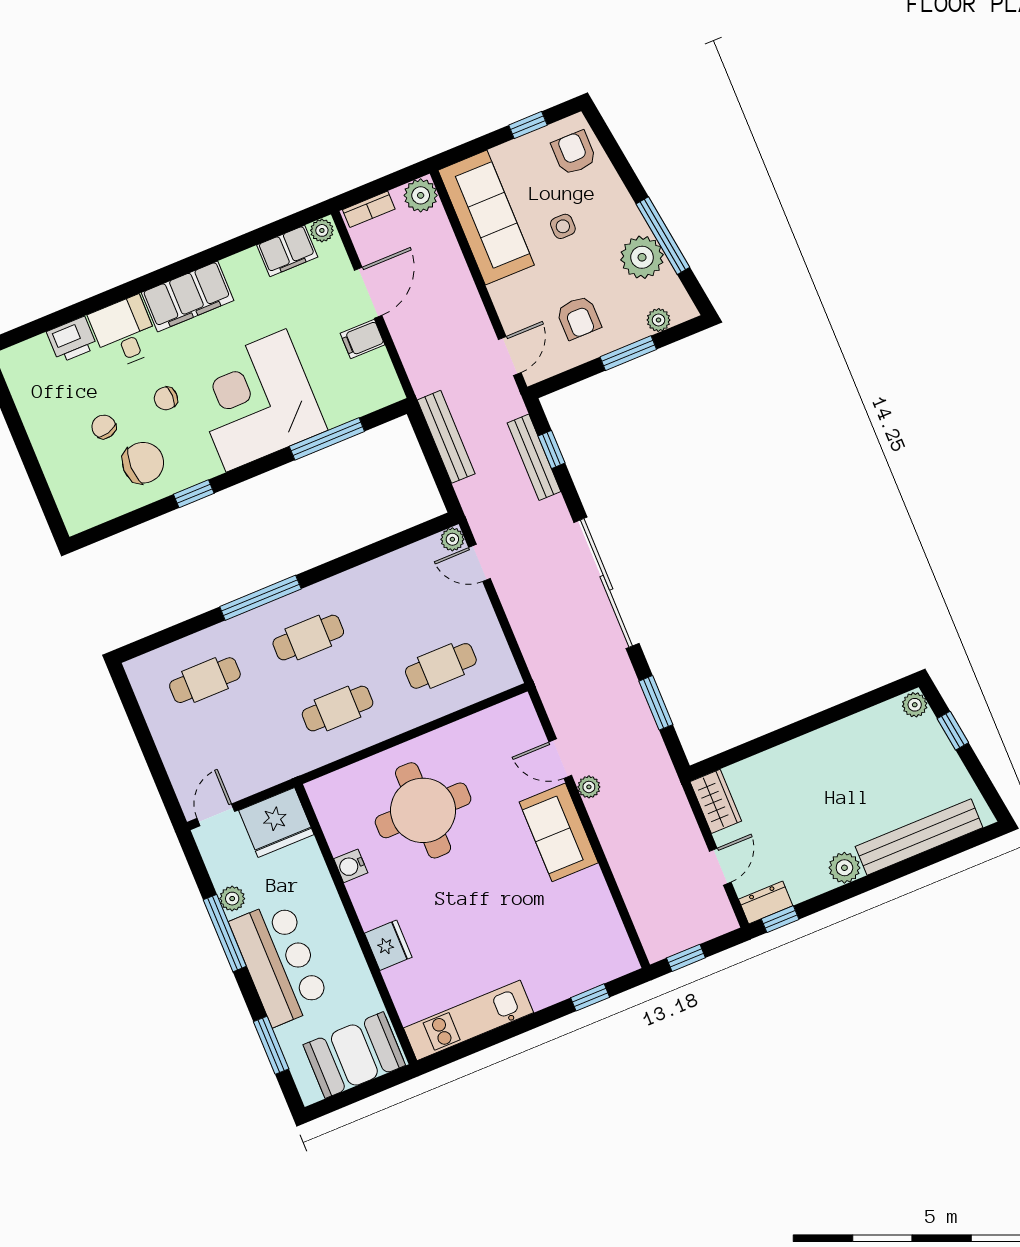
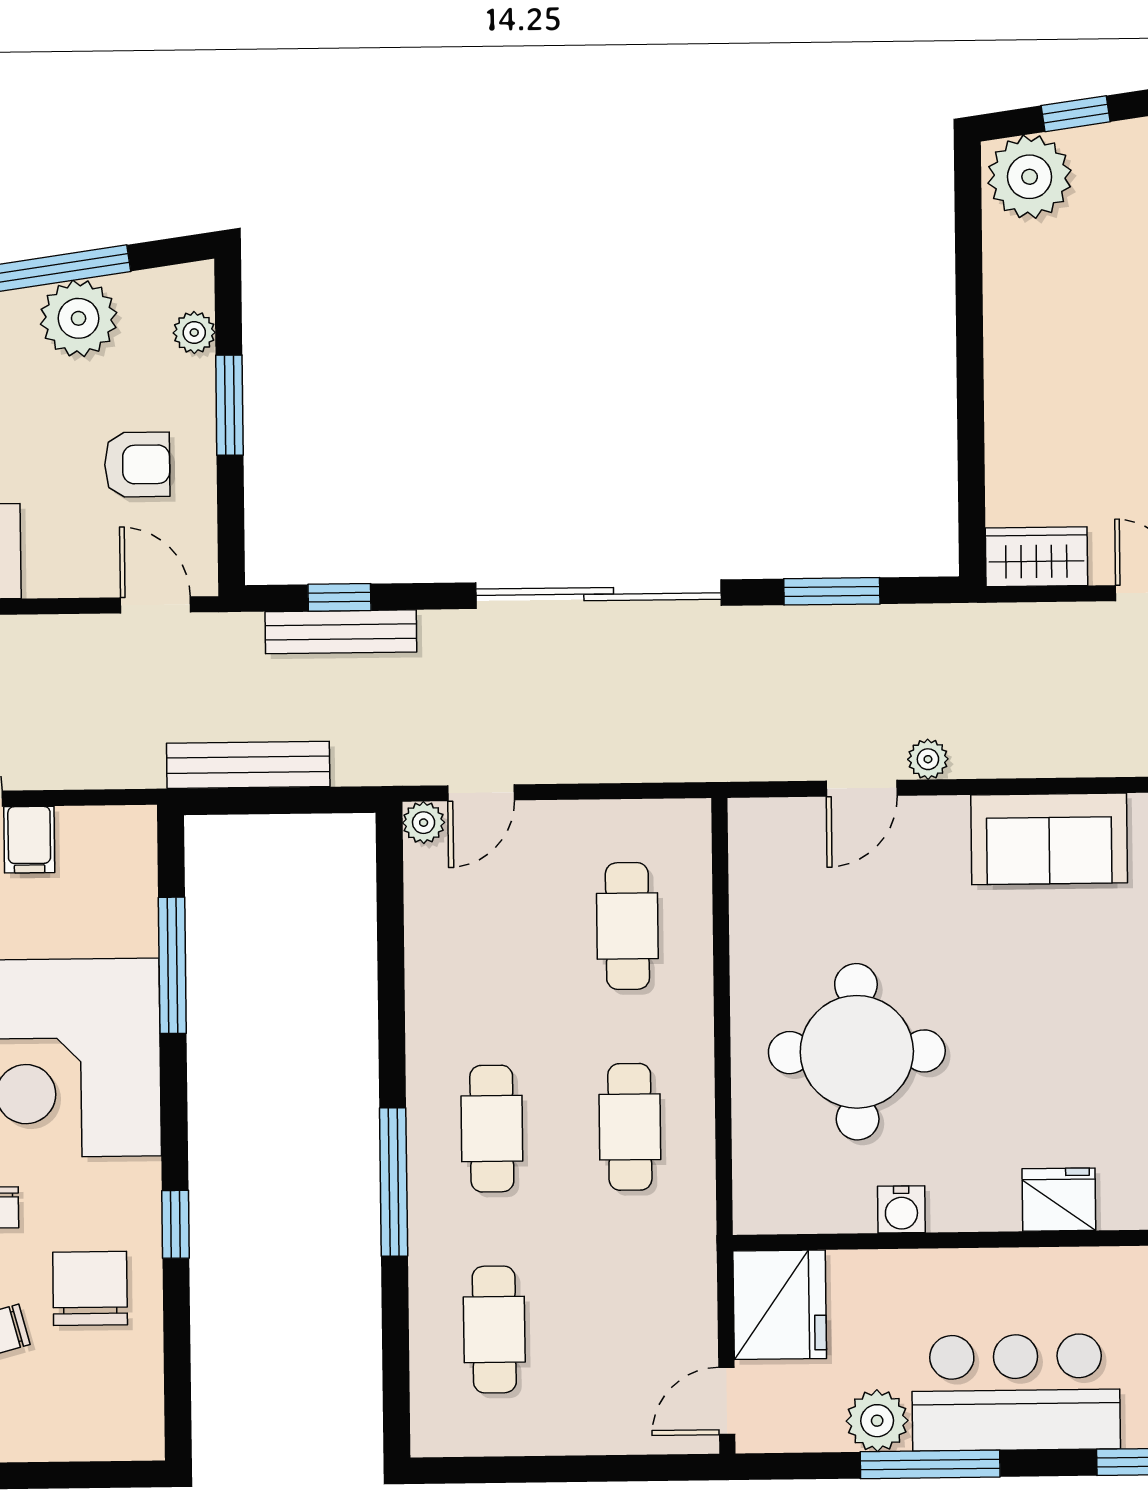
plant: (915, 705) -> (1030, 177), width x1.87, depth x1.87
door: (216, 815) -> (727, 1401), hinge flipped
sofa: (559, 832) -> (1049, 839), moved
plant: (232, 899) -> (877, 1421), width x1.38, depth x1.38

